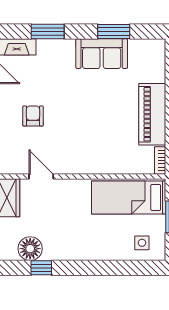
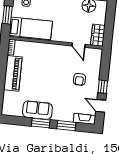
window: (114, 31) -> (41, 123), moved

